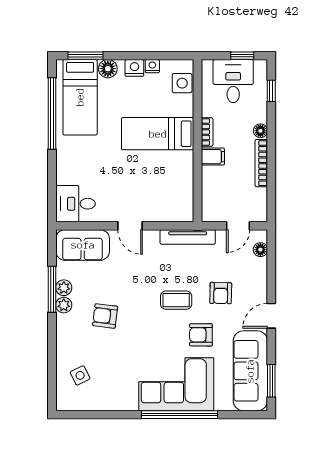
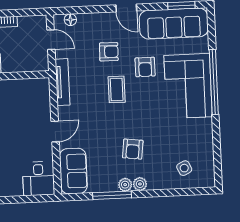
plant: (64, 288) -> (140, 184), moved

